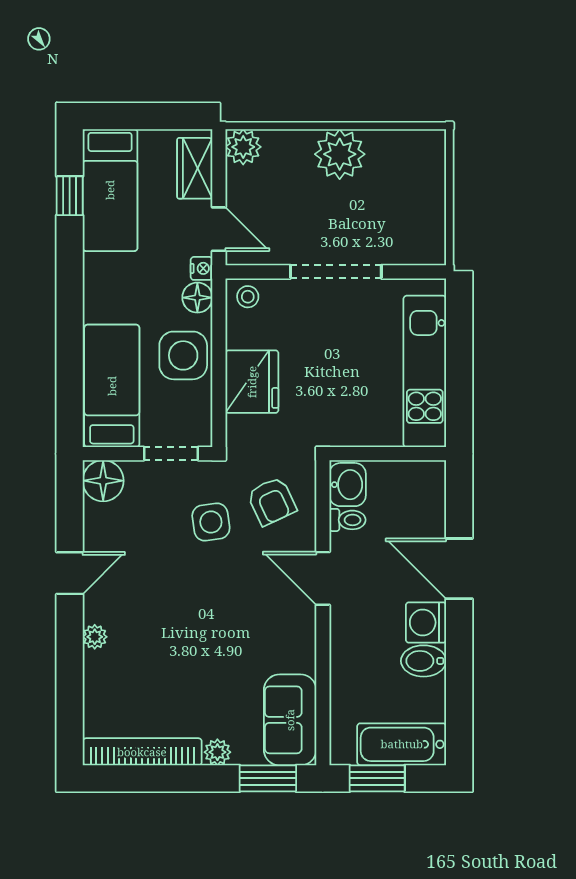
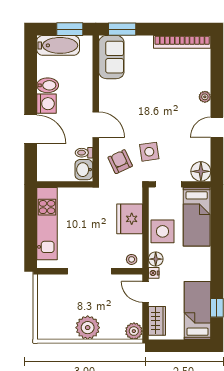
plant: (217, 752) -> (146, 42), removed

